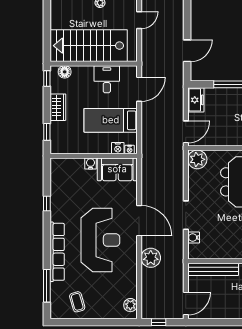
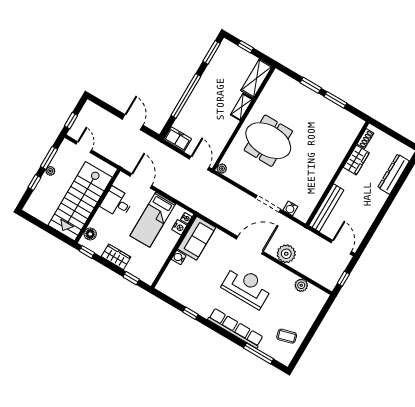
plant: (197, 159) -> (222, 169), width x0.53, depth x0.53
reception desk: (100, 240) -> (247, 287), width x0.74, depth x0.77
plant: (130, 305) -> (301, 285), moved

